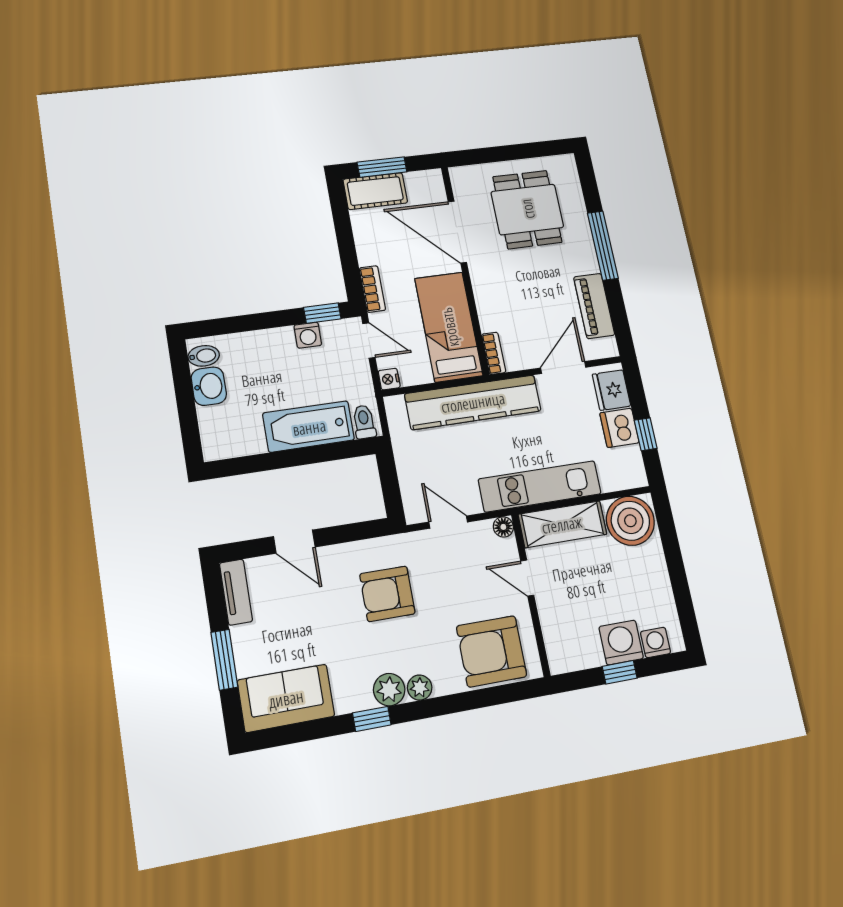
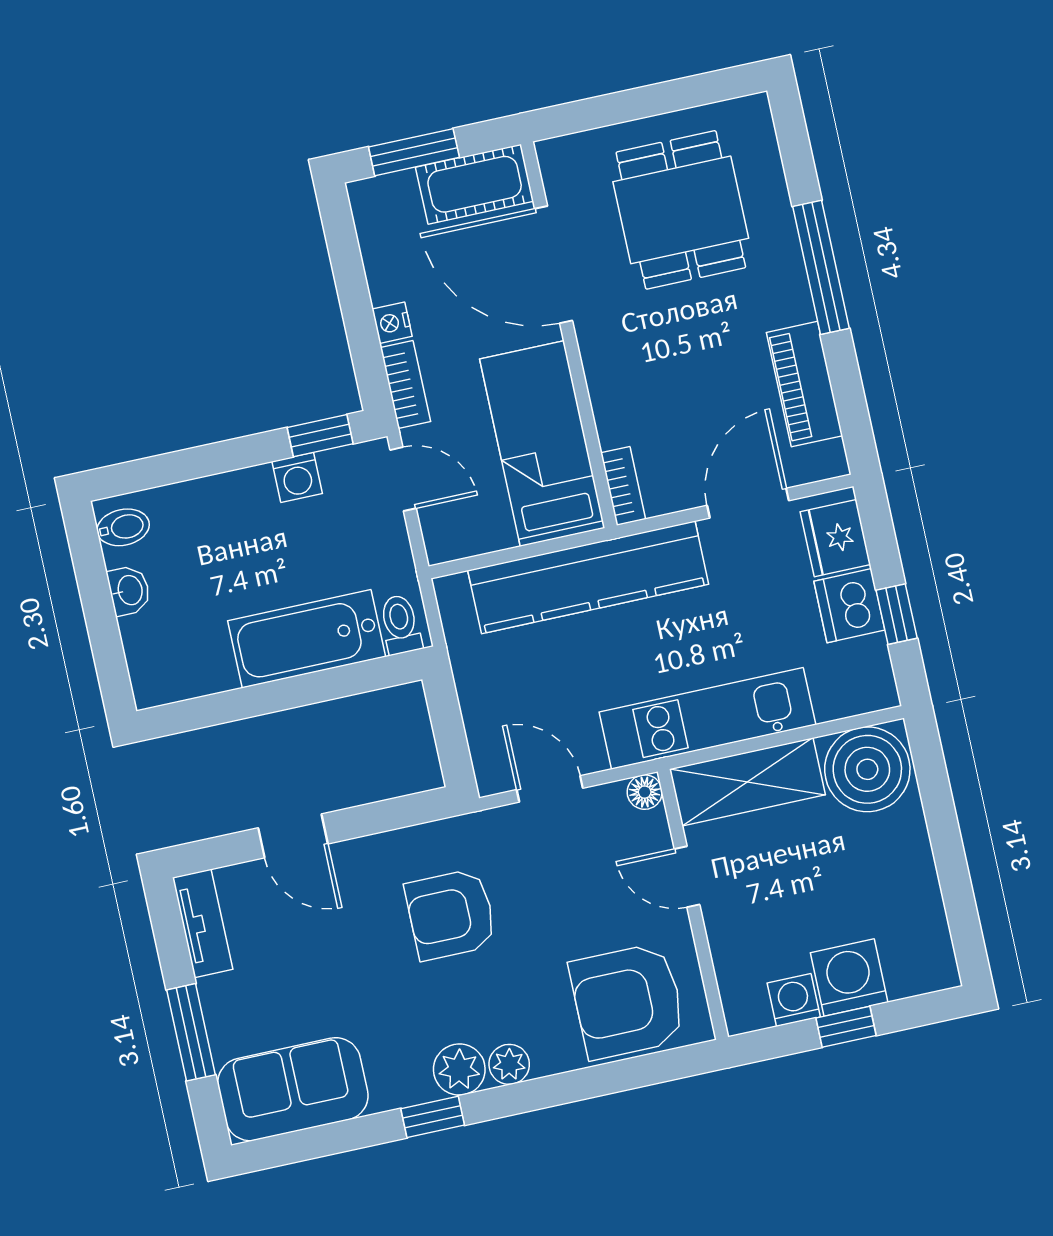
cot: (375, 191) -> (475, 184), moved
nightstand: (389, 379) -> (392, 323), moved
washbasin: (209, 386) -> (129, 590), width x0.72, depth x0.69
washing machine: (655, 643) -> (794, 1000), moved

